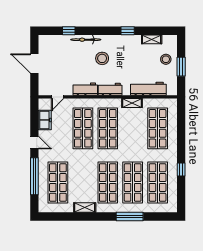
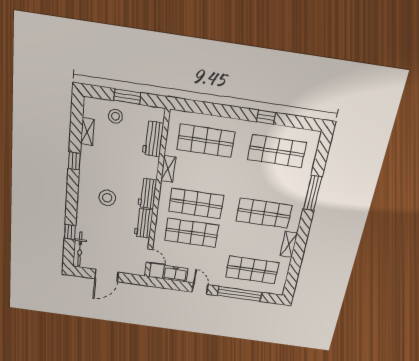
bicycle: (86, 40) -> (80, 249), moved
workbench: (148, 89) -> (153, 139), width x0.73
door: (34, 143) -> (200, 288), hinge flipped
shop shelf: (133, 183) -> (270, 183), removed

